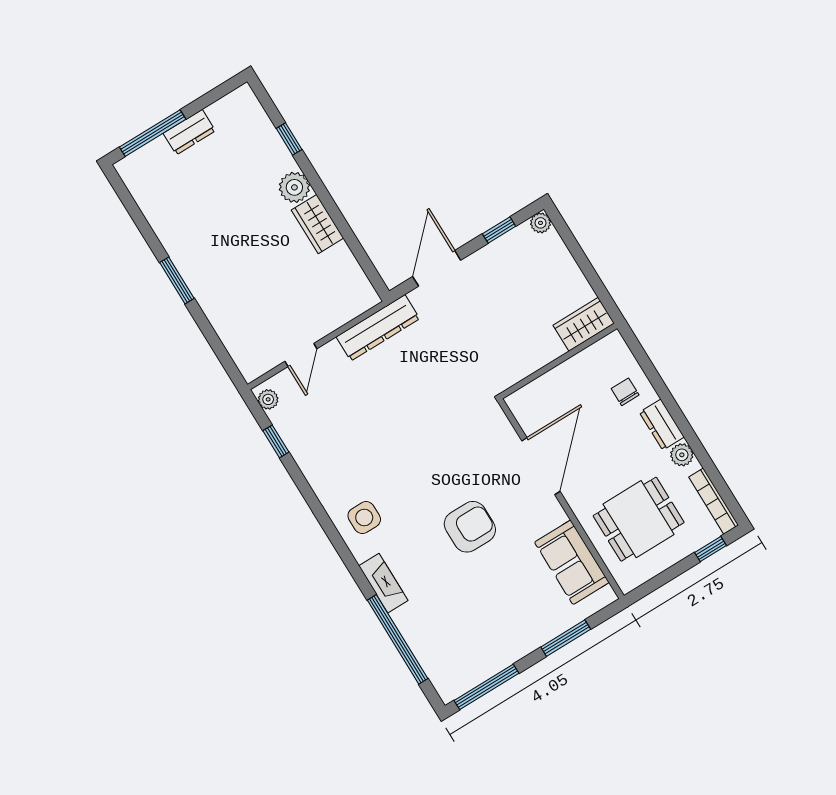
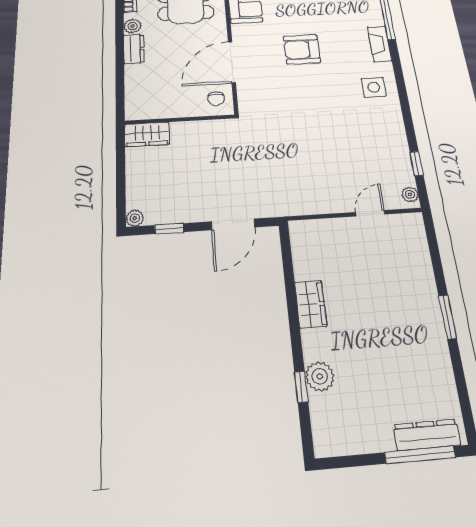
dresser: (189, 132) -> (427, 435), moved, width x1.44
plant: (294, 187) -> (320, 376), moved
dresser: (378, 328) -> (301, 204), removed
chair: (625, 392) -> (216, 99), moved

